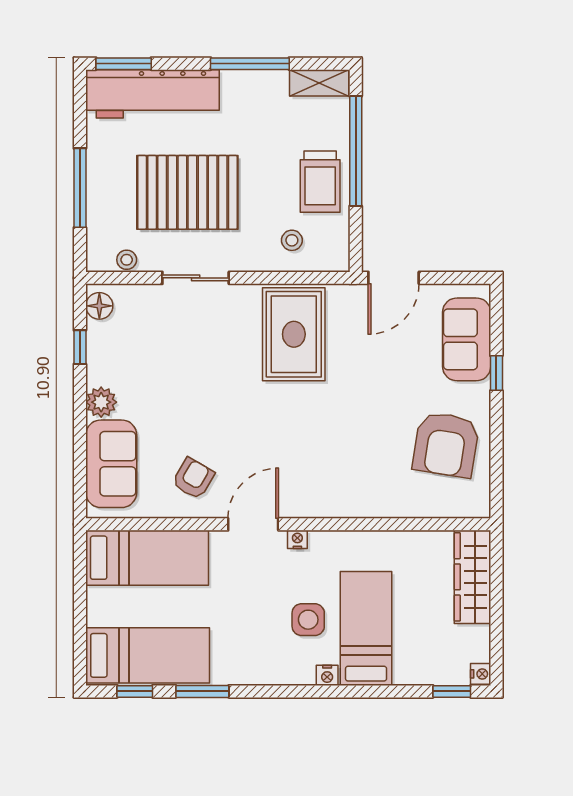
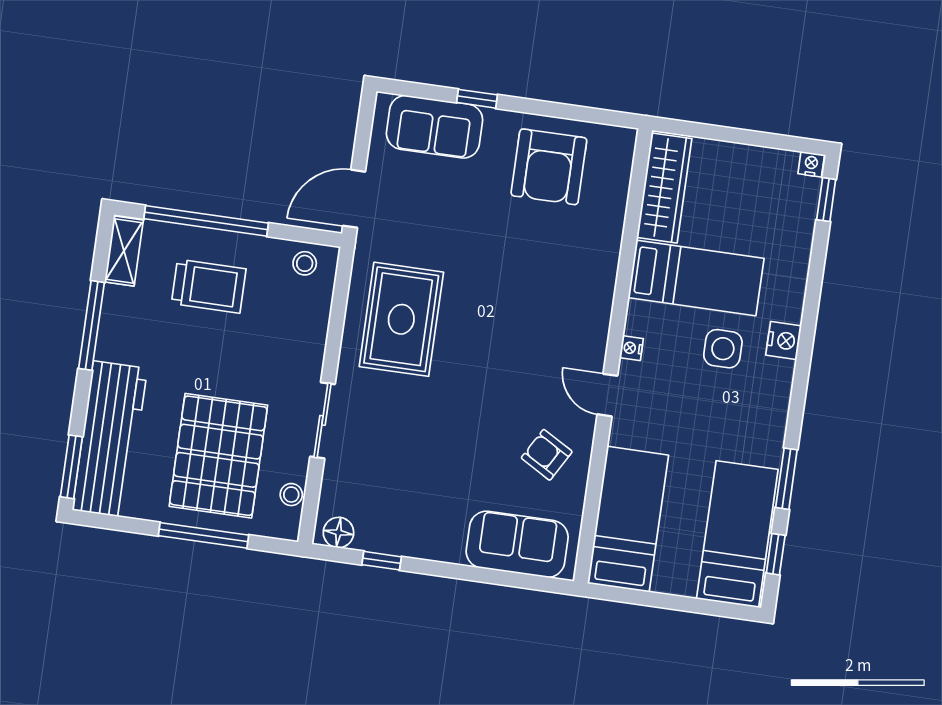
trolley: (320, 182) -> (209, 286), moved
pallet: (187, 192) -> (218, 456), moved
stool: (292, 240) -> (305, 263), moved
door: (394, 278) -> (354, 199), swing flipped
rug: (294, 334) -> (401, 319), turned 90
plant: (101, 402) -> (447, 546), removed
armchair: (446, 445) -> (549, 167), turned 81
door: (253, 524) -> (607, 395), width x0.73
wardrobe: (473, 577) -> (664, 188), moved, turned -90
bed: (366, 628) -> (696, 278), moved, turned 180
nightstand: (327, 675) -> (784, 341), width x1.39, depth x1.35

